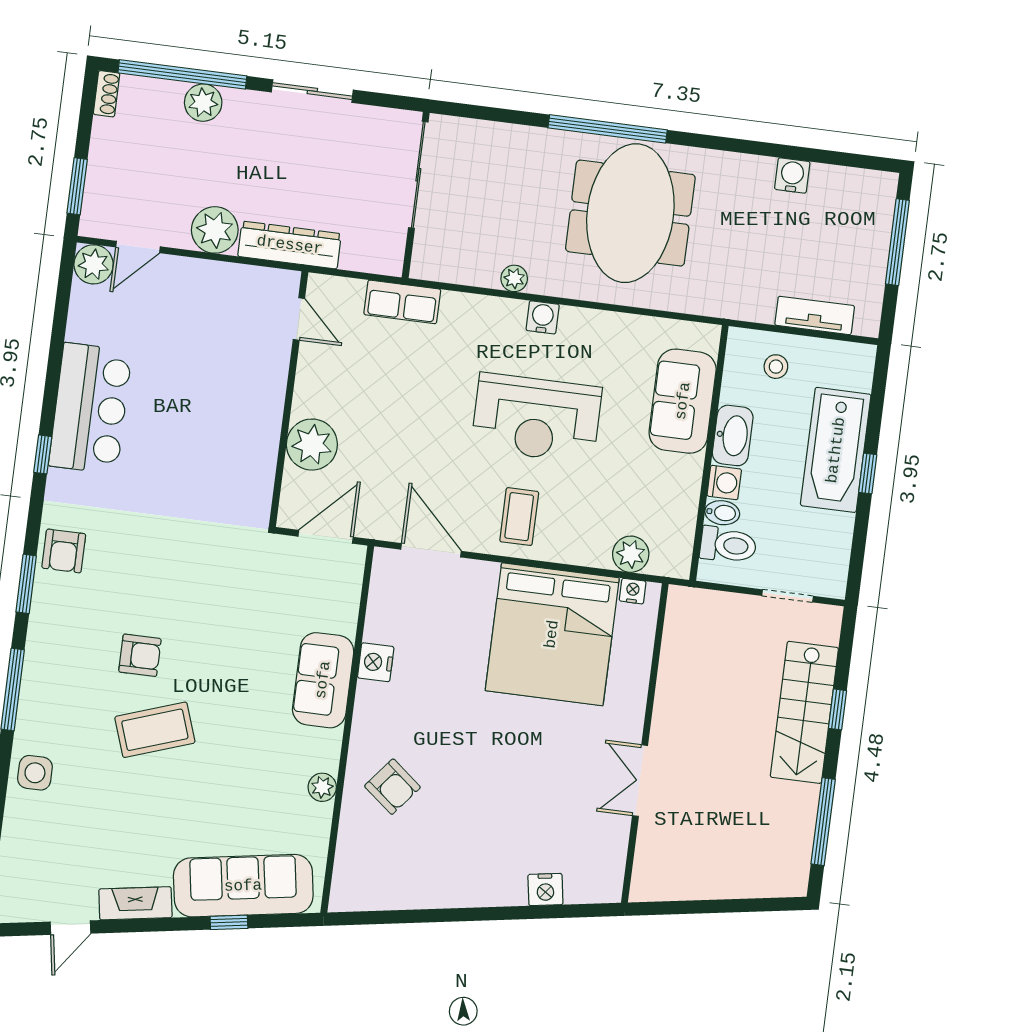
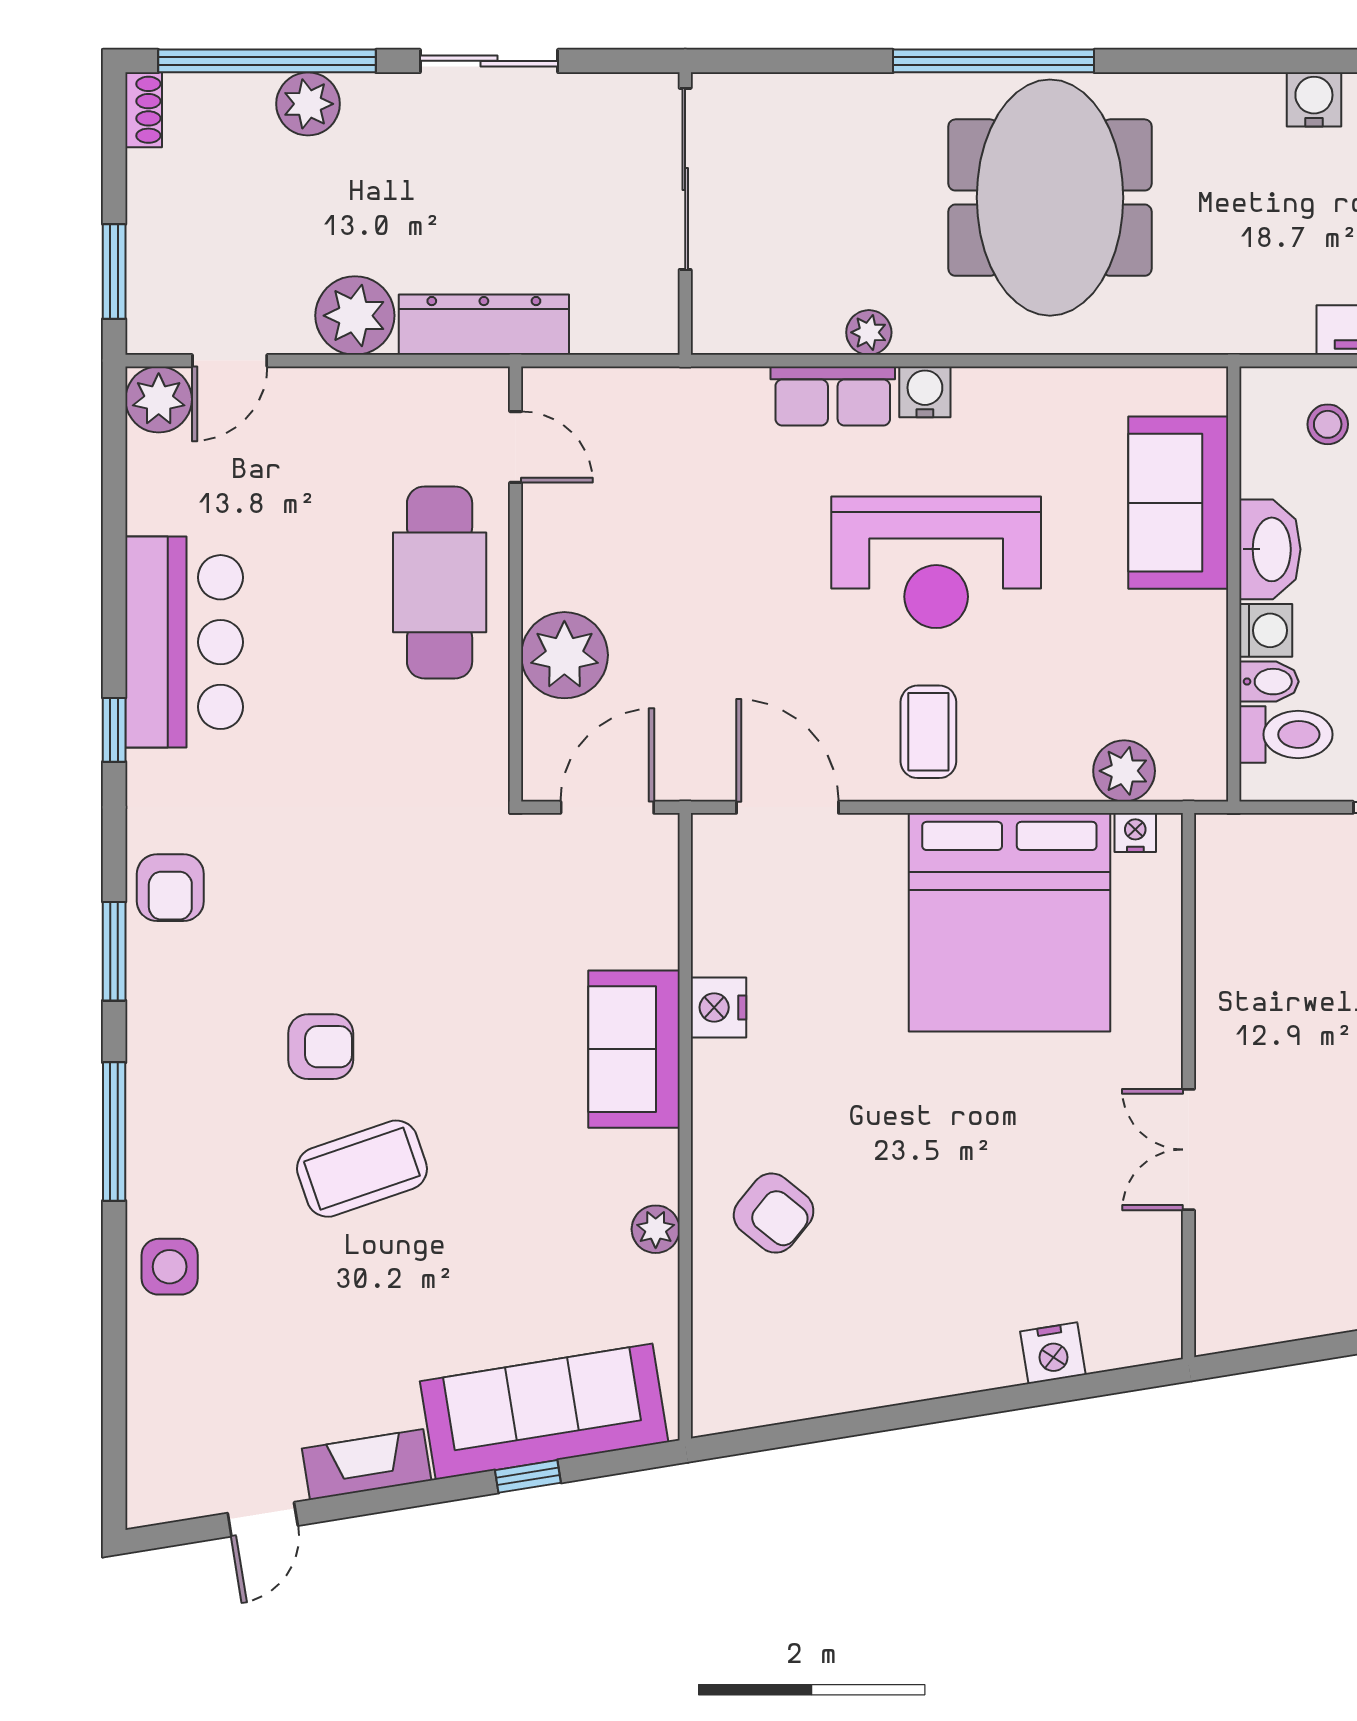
row of seats: (402, 302) -> (833, 396), moved
cafe table: (244, 393) -> (440, 582), added

